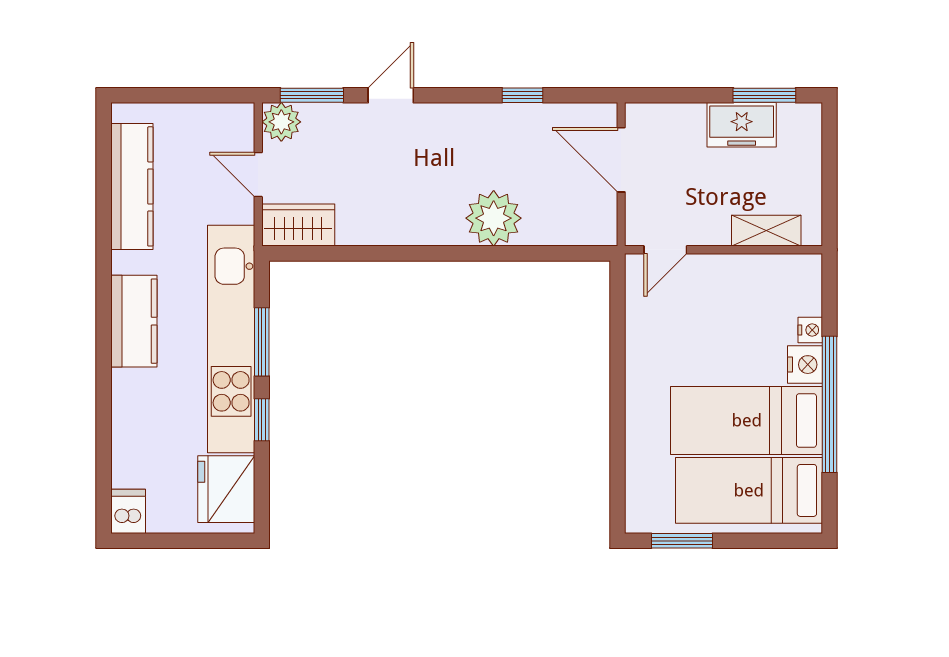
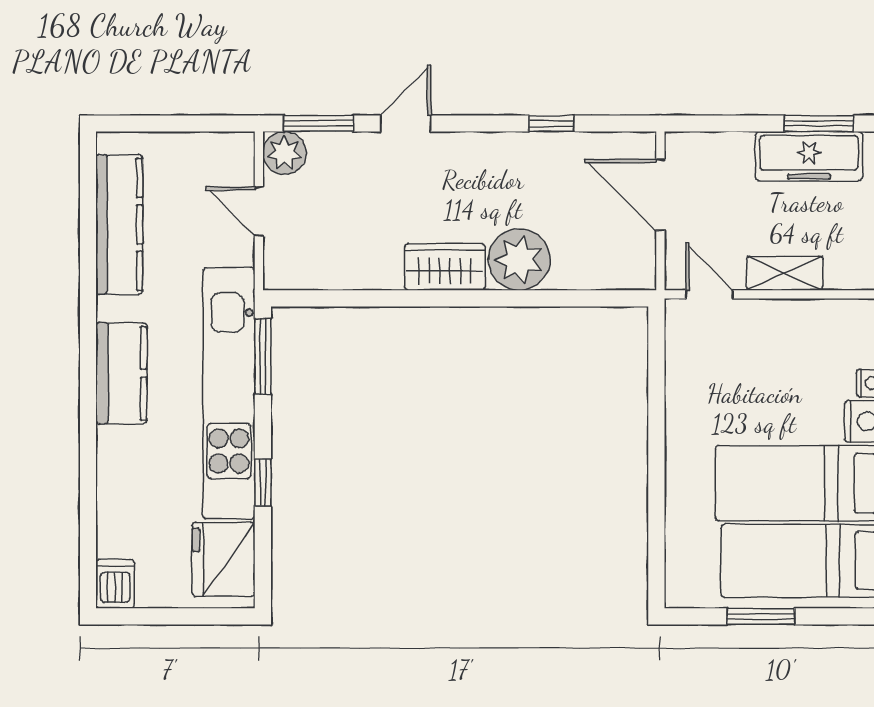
freezer: (742, 125) -> (809, 156), width x1.40
wardrobe: (298, 225) -> (445, 267), moved
shelving: (766, 231) -> (785, 273), moved
door: (665, 250) -> (709, 294), swing flipped
window: (262, 342) -> (263, 356), moved
window: (682, 541) -> (761, 616), moved

